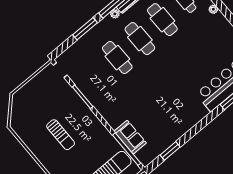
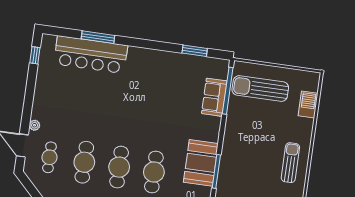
booth: (97, 92) -> (201, 163), added
sun lounger: (61, 135) -> (290, 163), moved

